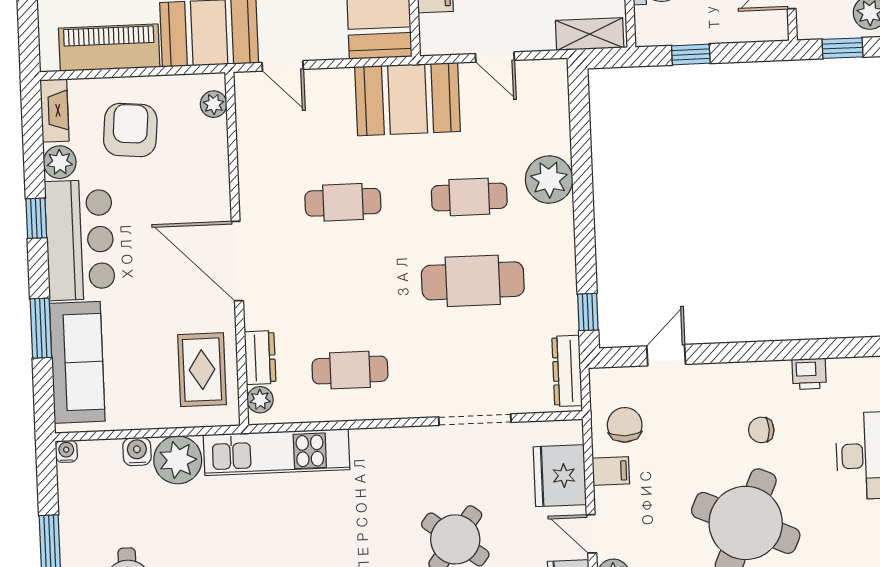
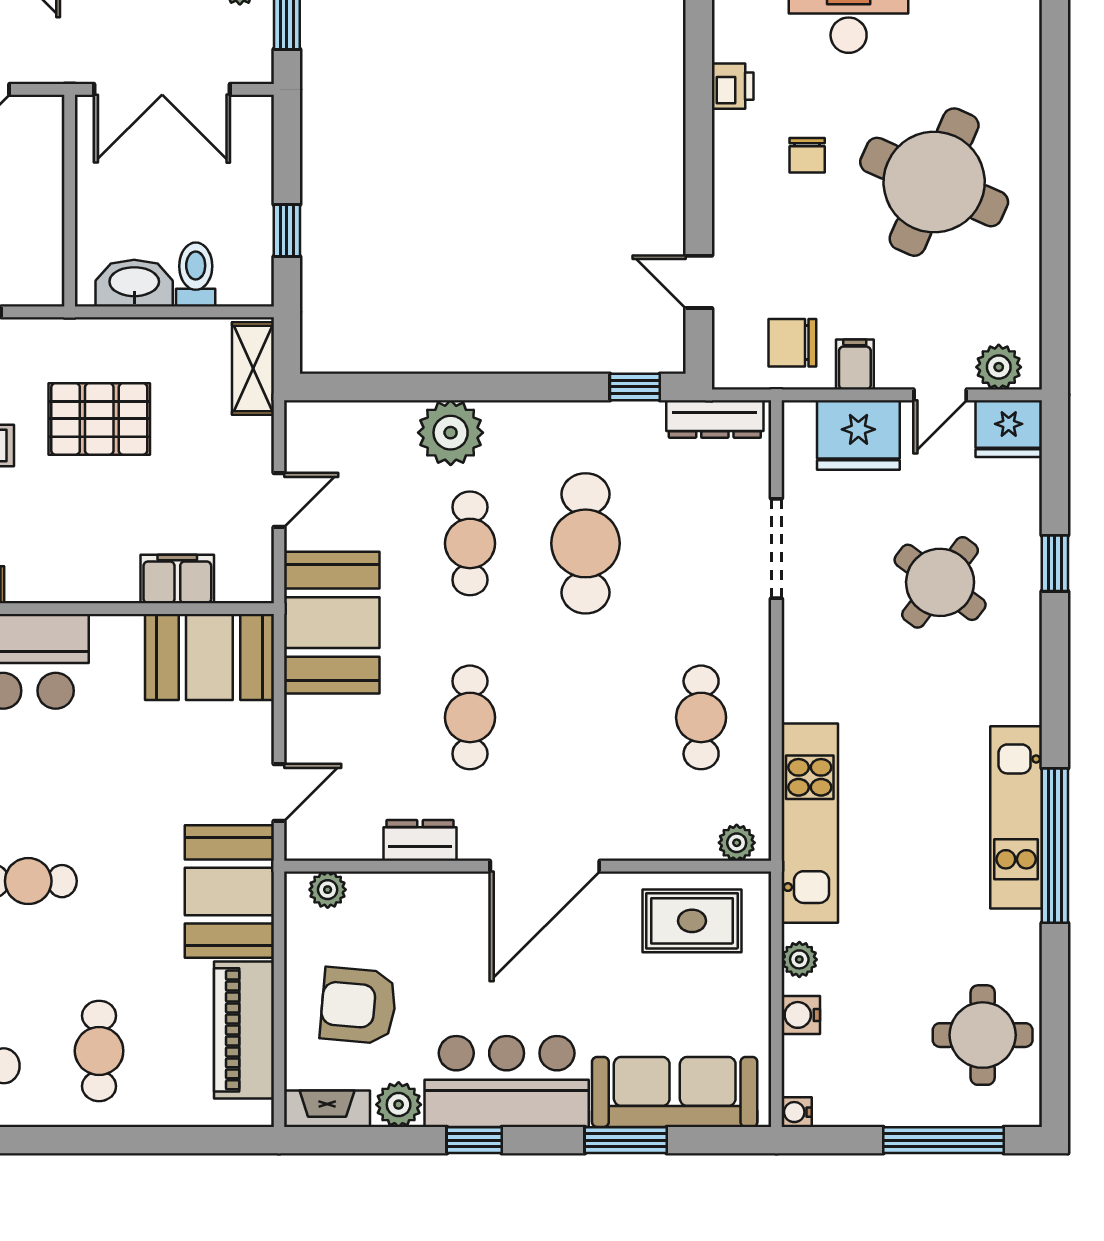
dresser: (260, 358) -> (420, 840), moved
plant: (178, 460) -> (799, 959), width x0.53, depth x0.53

